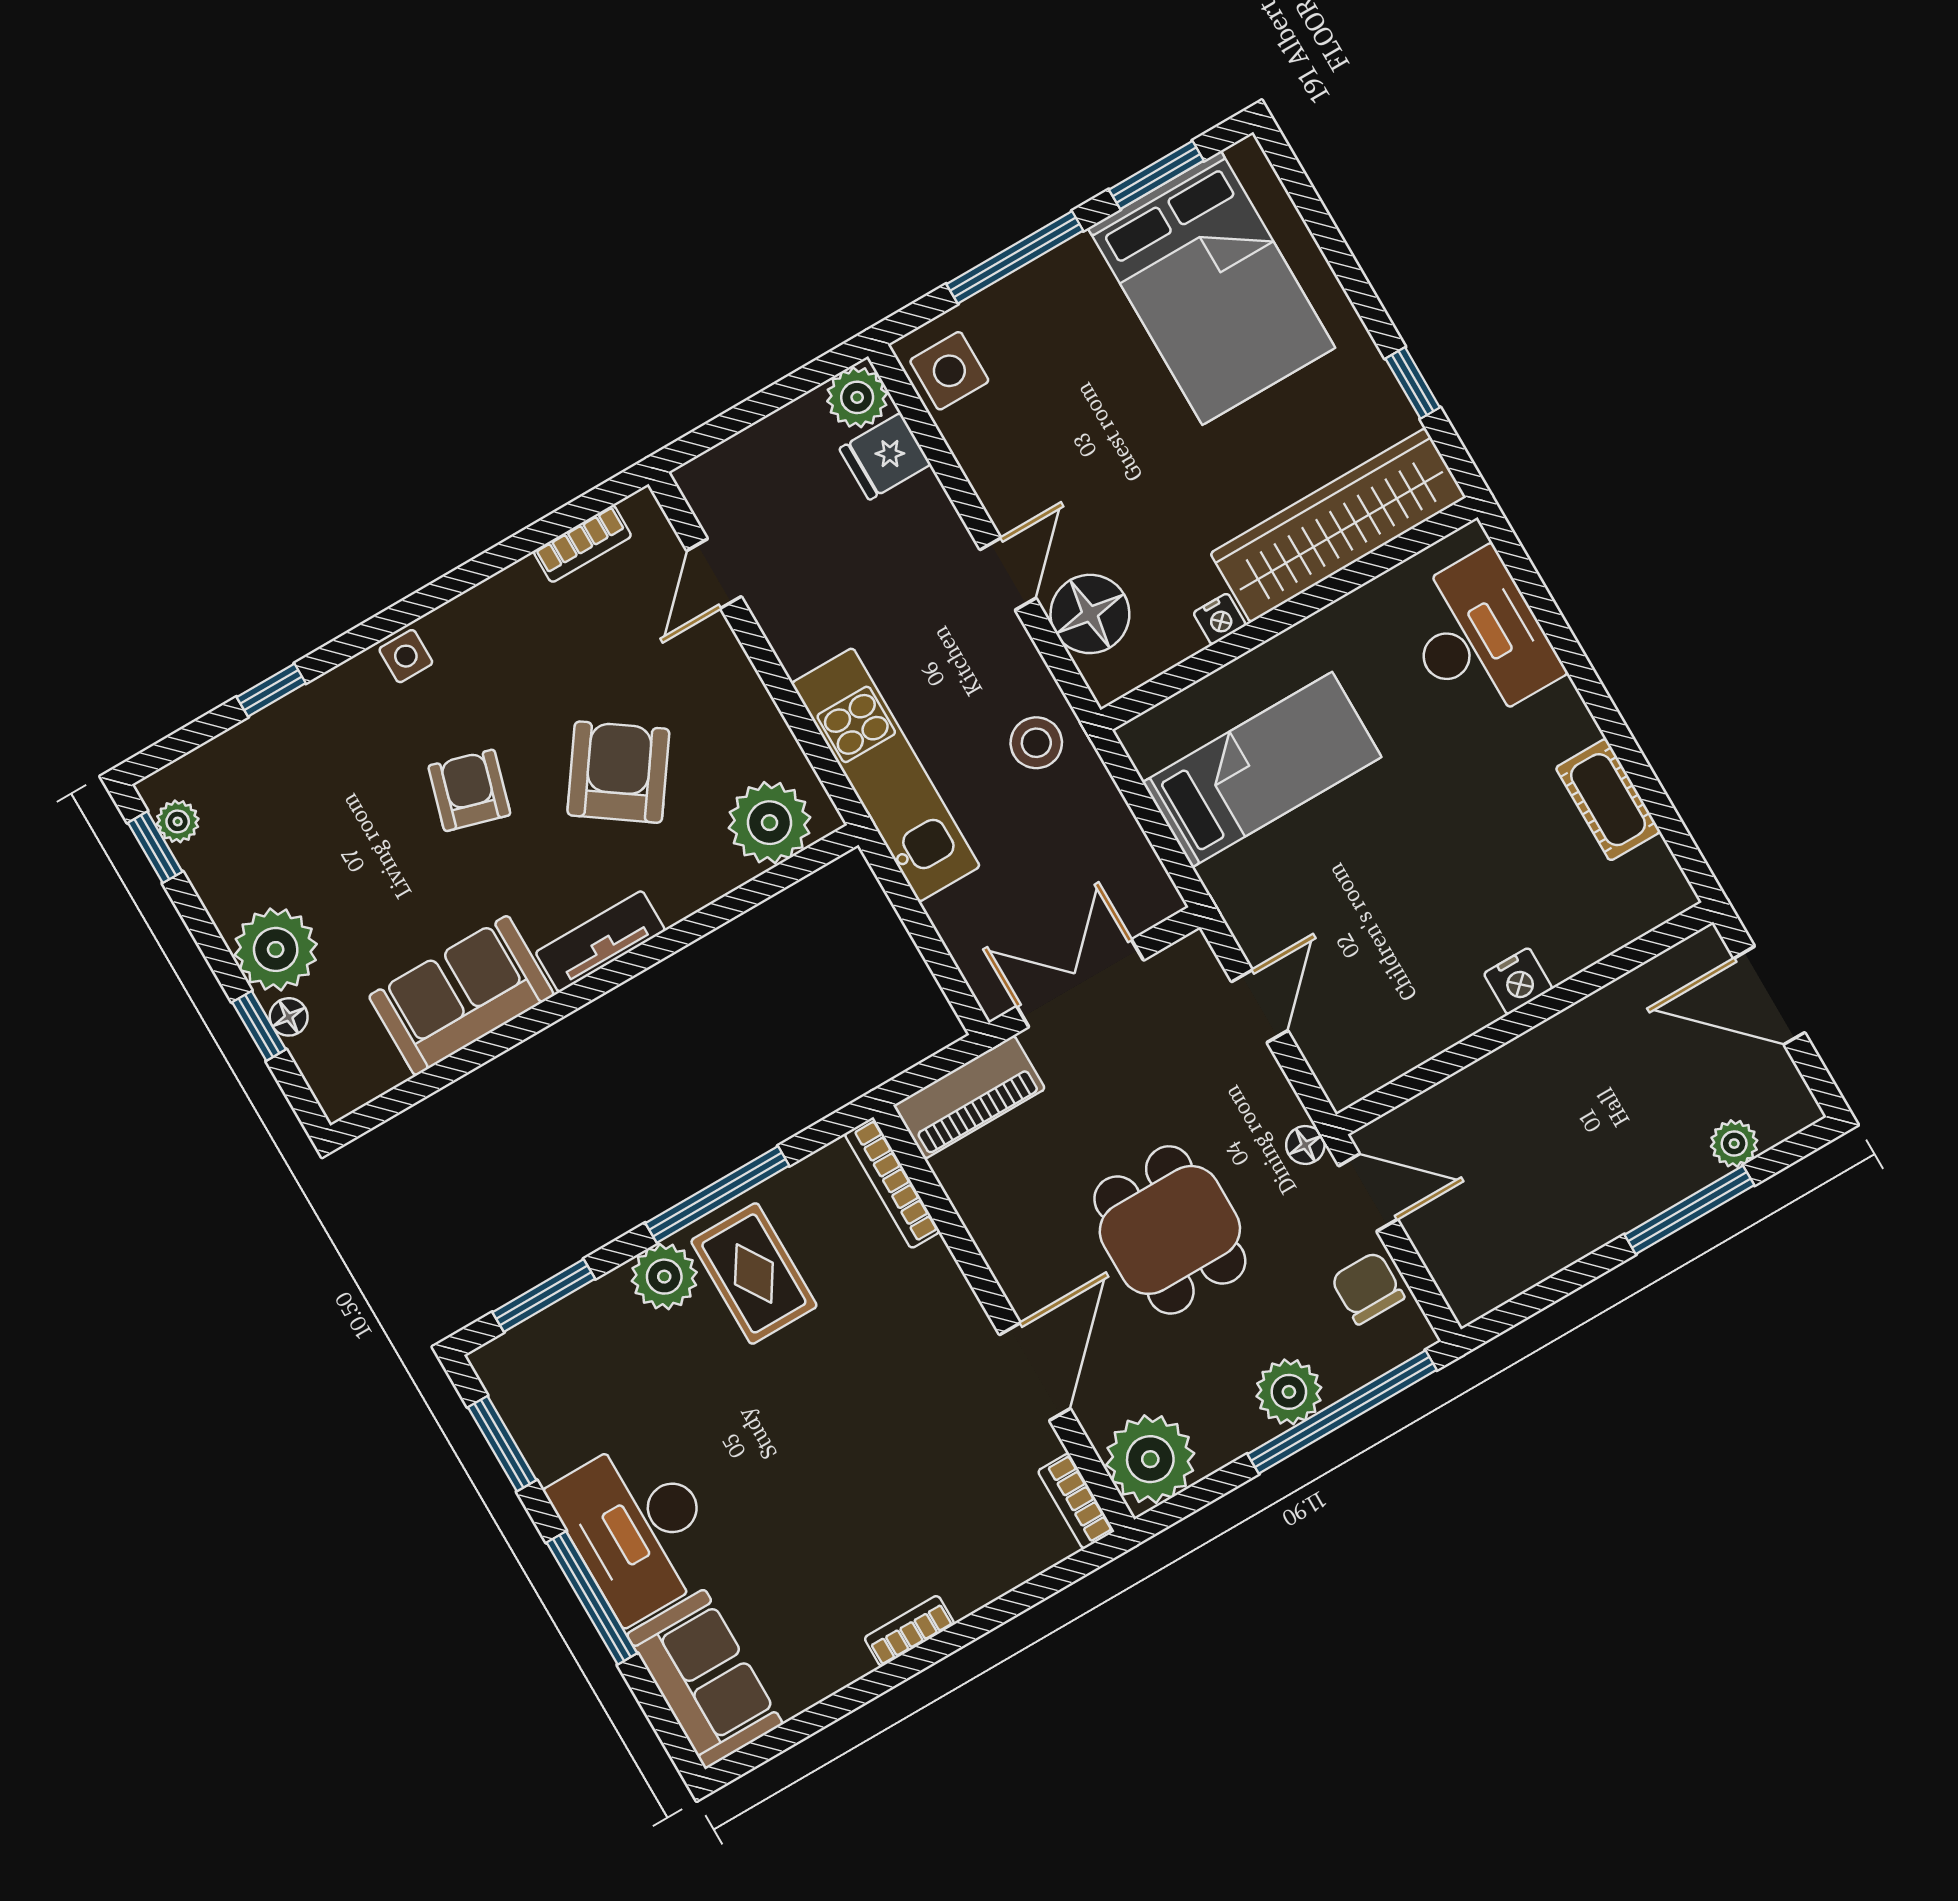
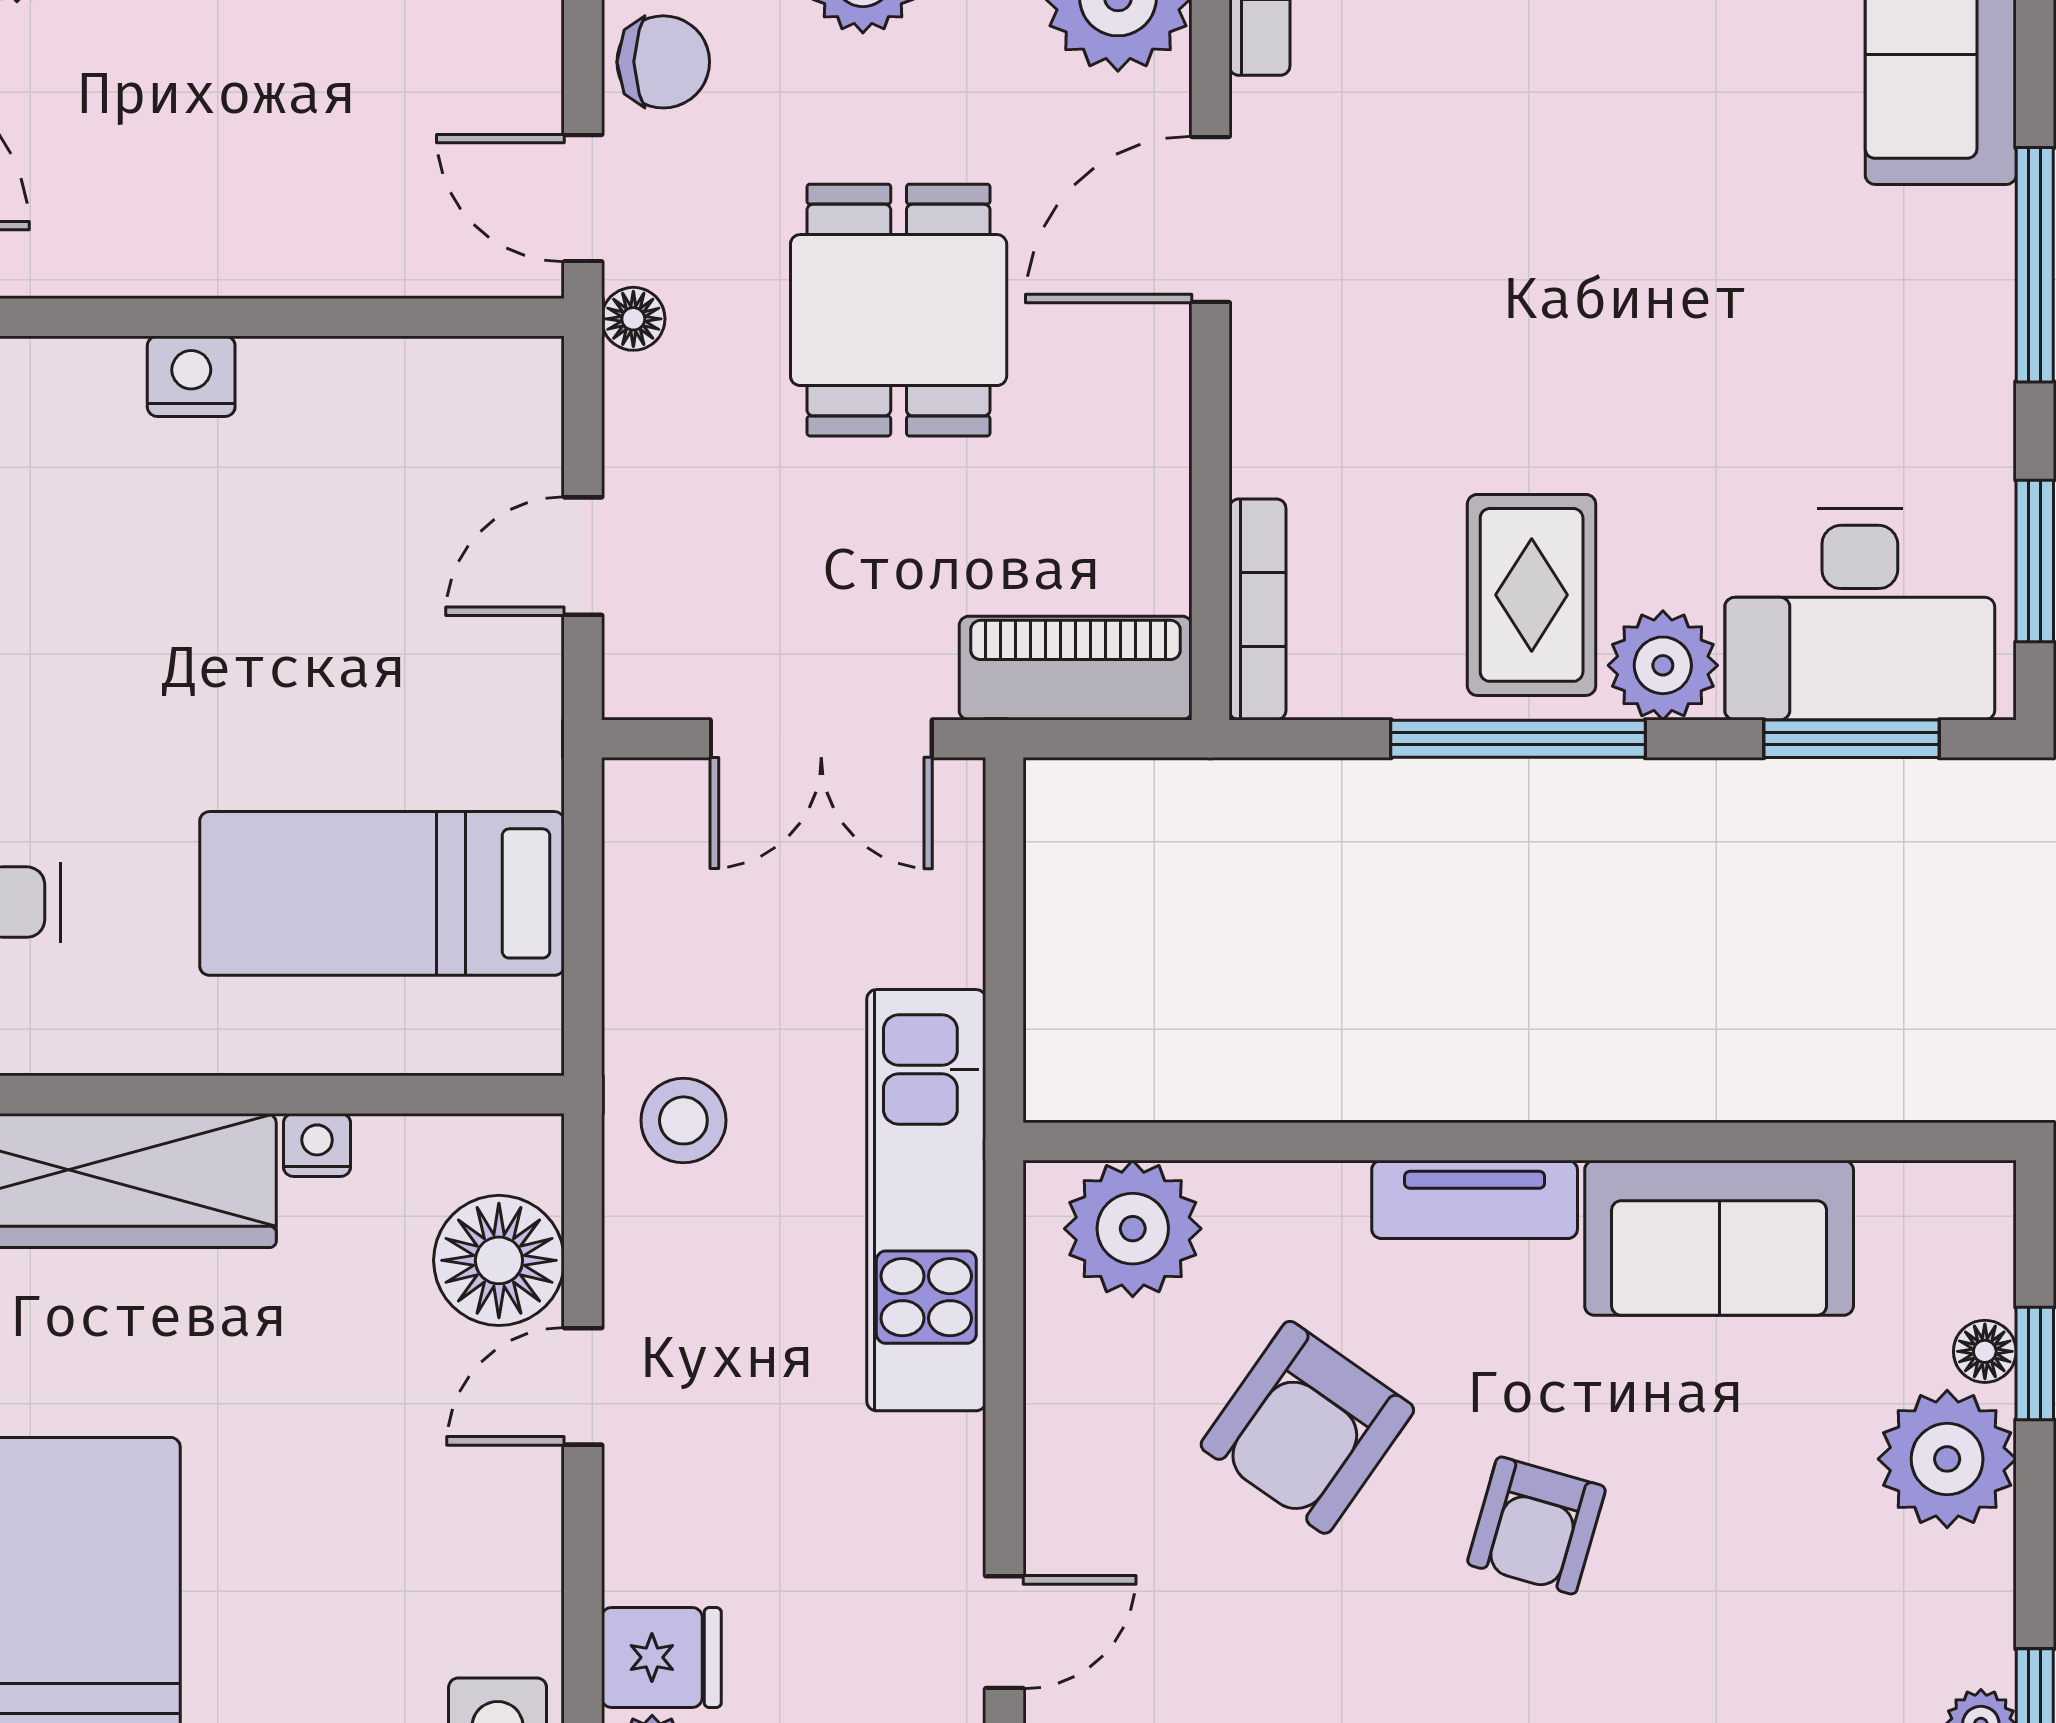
chair: (1368, 1288) -> (663, 62), turned -90
desk: (638, 1528) -> (1860, 614), moved, turned 90

